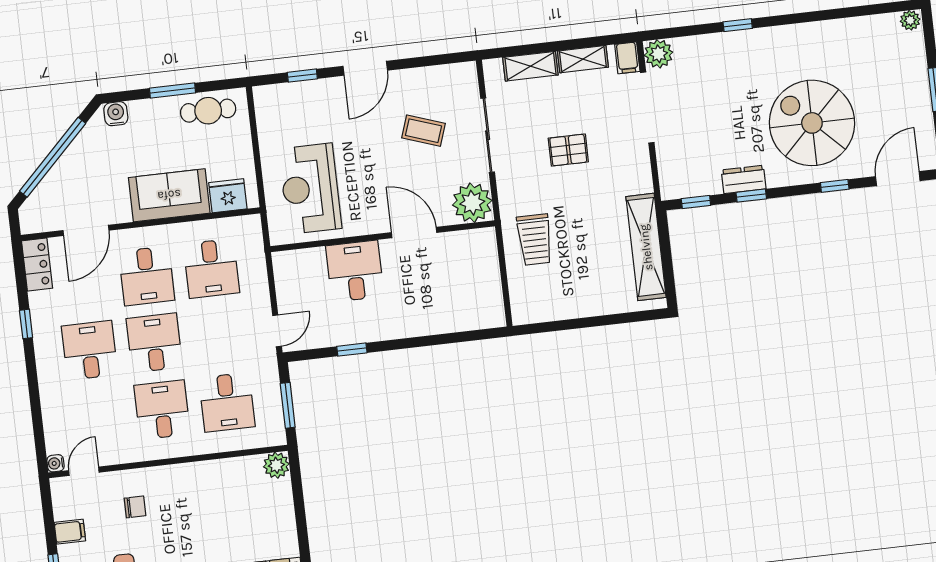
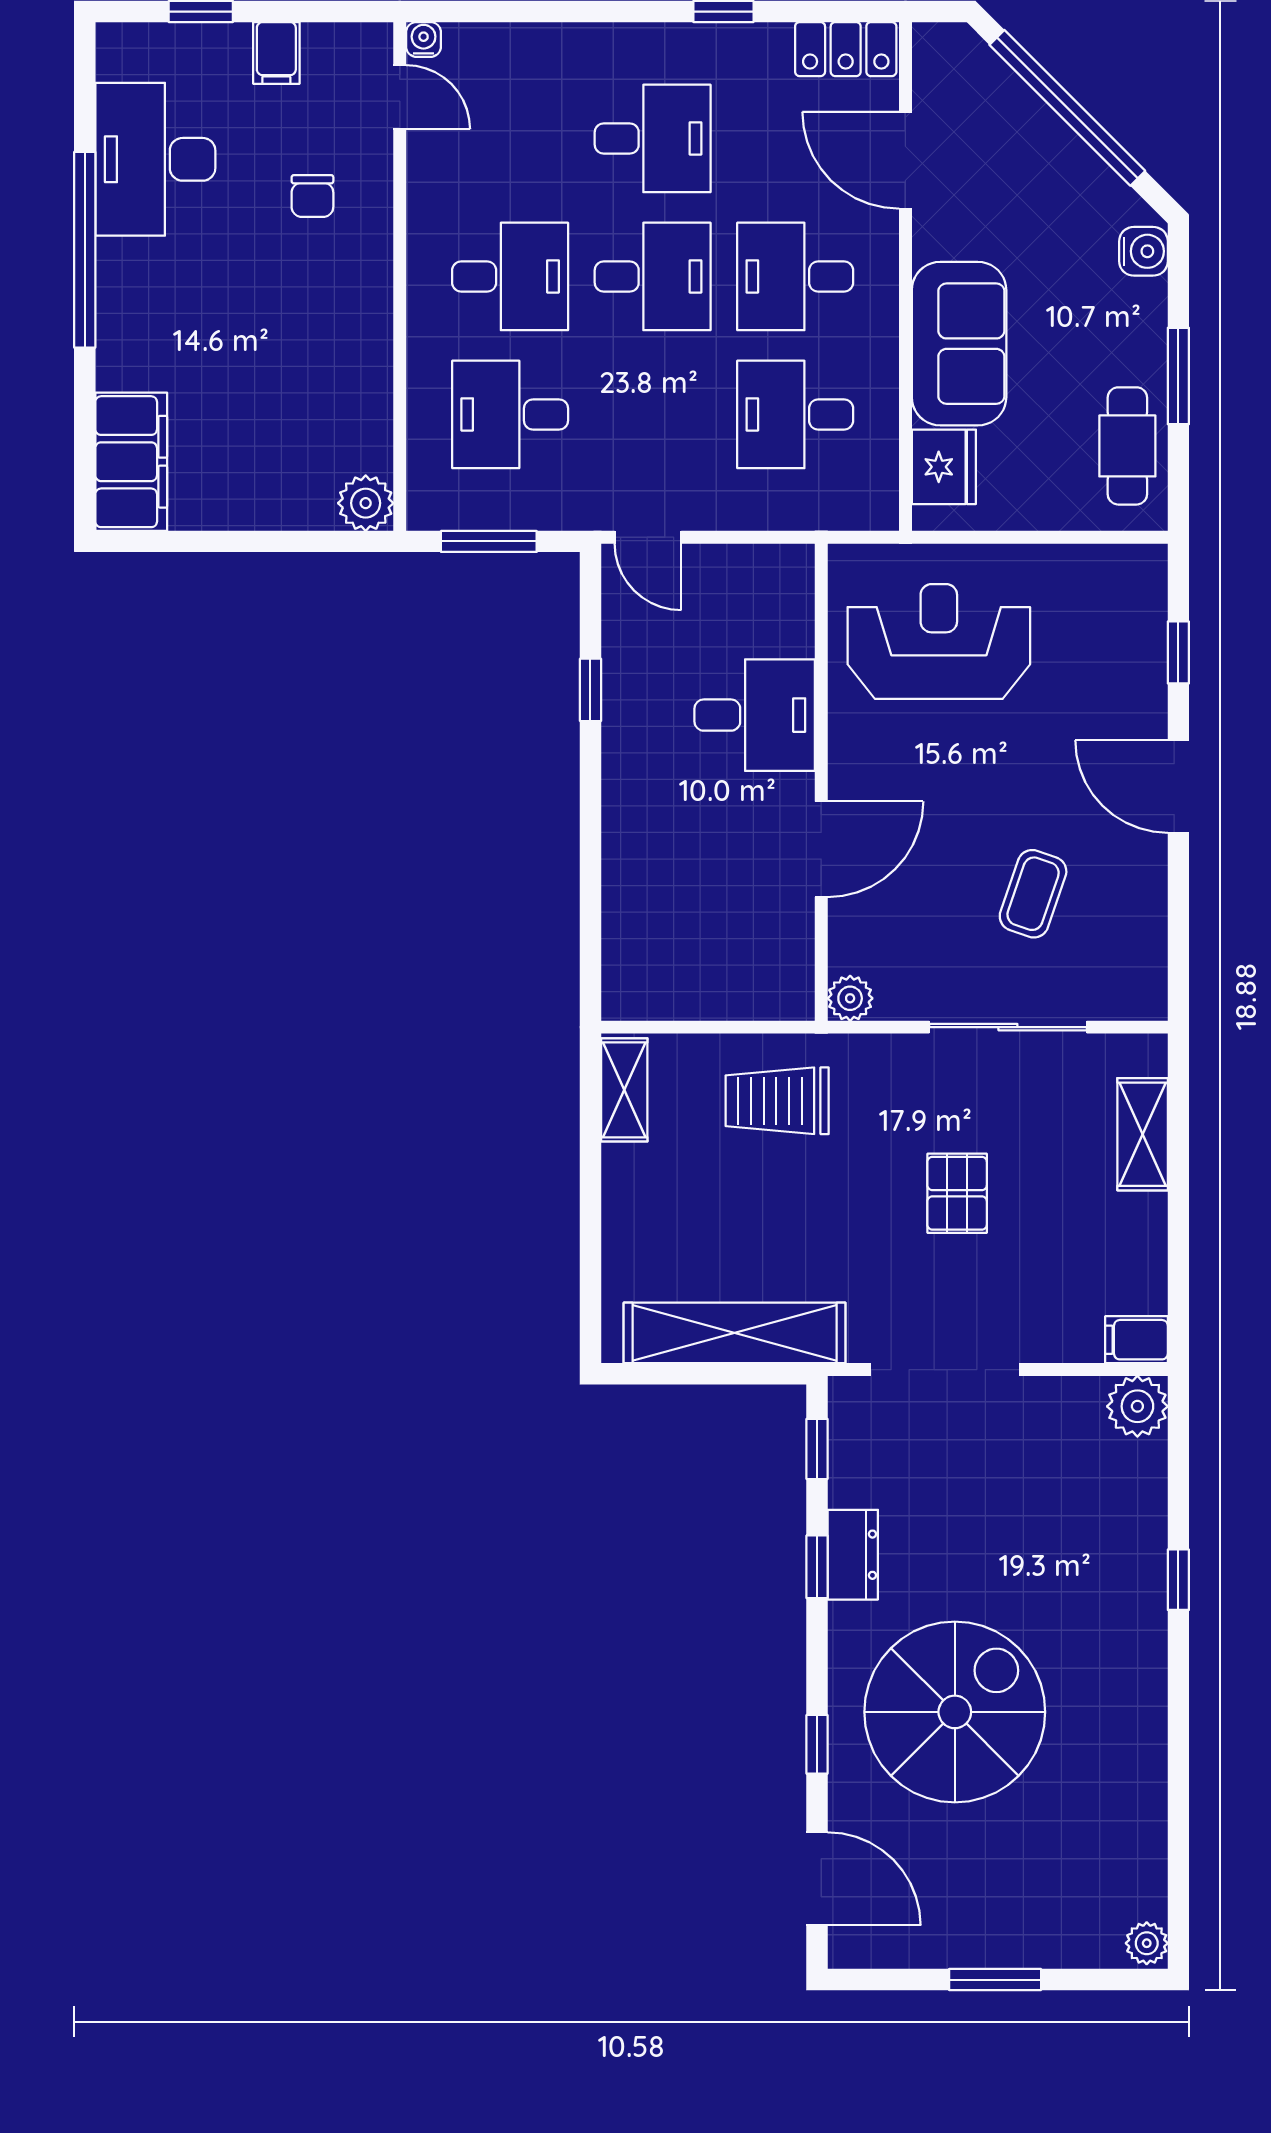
shelving: (583, 59) -> (624, 1090), moved
doorway: (647, 108) -> (945, 1370), moved
plant: (472, 203) -> (850, 998), width x0.53, depth x0.53

